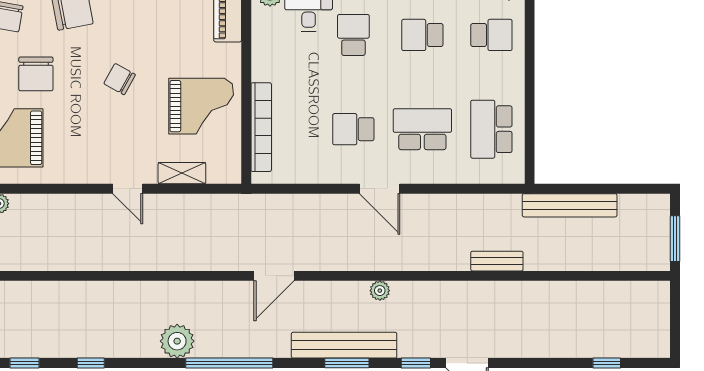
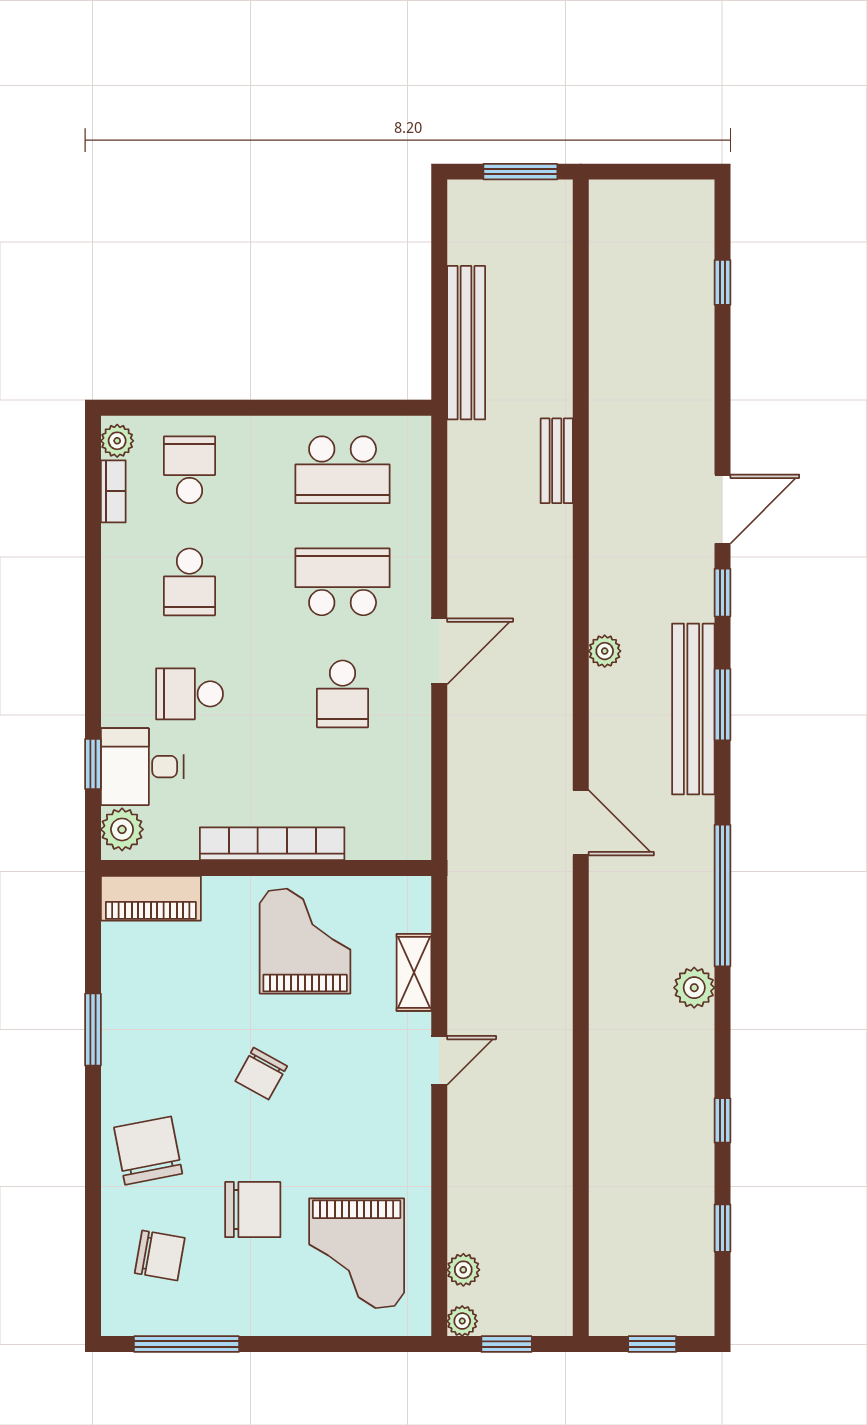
bookcase: (261, 127) -> (272, 844), moved
school desk: (422, 129) -> (343, 582), turned 90
plant: (177, 341) -> (694, 988), width x0.73, depth x0.73

